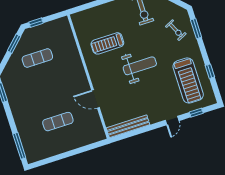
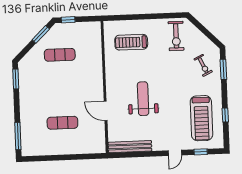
treadmill: (107, 43) -> (131, 42), moved
weight bench: (140, 66) -> (143, 99), moved, turned -90

